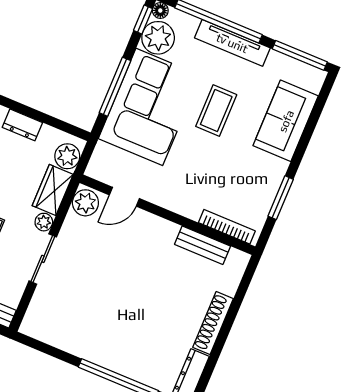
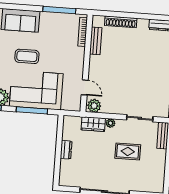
plant: (67, 156) -> (74, 122), removed
window: (281, 198) -> (59, 10), width x1.44
sliding door: (43, 259) -> (140, 118), moved
shoe rack: (213, 323) -> (121, 22), moved

